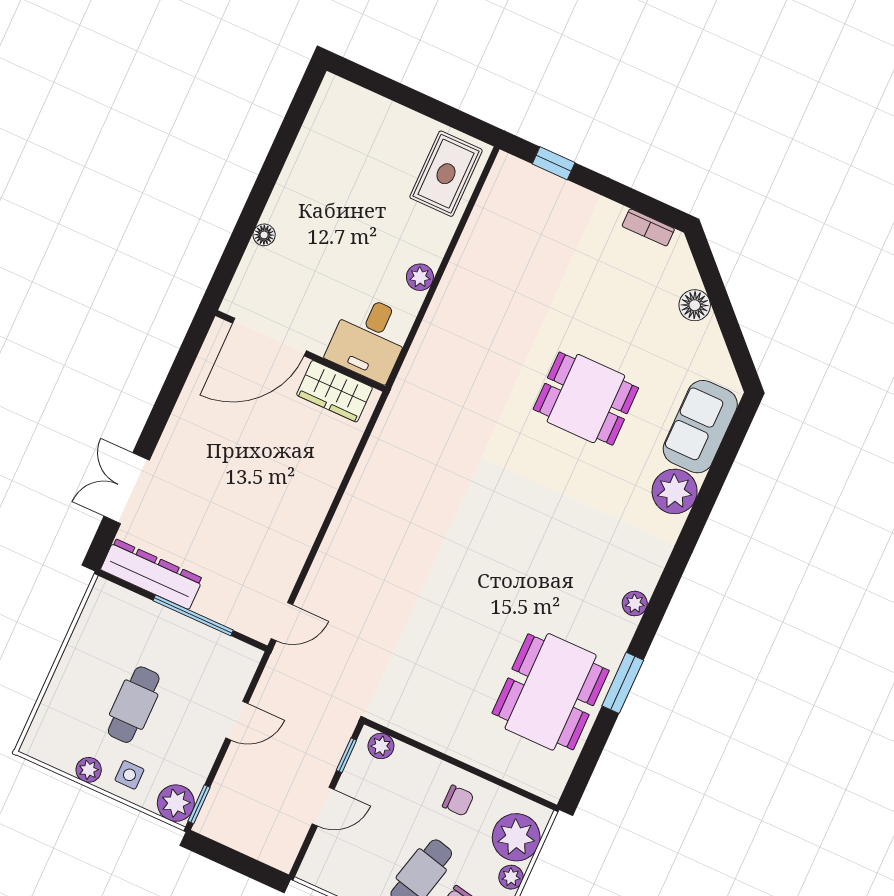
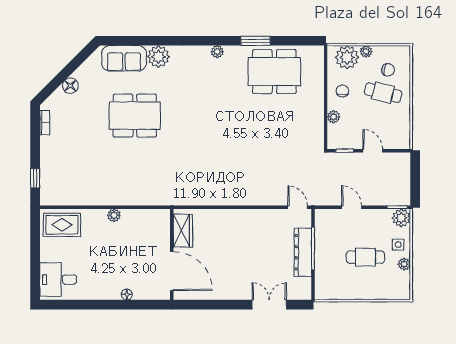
desk: (369, 338) -> (58, 279), moved, turned 180
dining table: (586, 399) -> (135, 116), width x1.38
double door: (127, 488) -> (269, 305), swing flipped
dresser: (152, 574) -> (303, 252), moved
plant: (381, 746) -> (334, 117), moved

